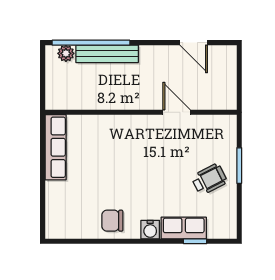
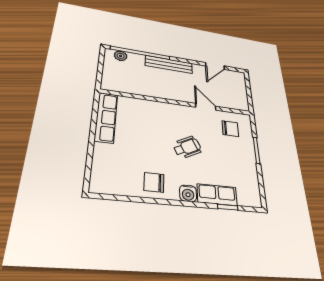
door: (194, 43) -> (215, 66), hinge flipped
bench: (107, 54) -> (169, 64), moved
chair: (207, 140) -> (230, 129), added
wheelchair: (209, 179) -> (187, 147), moved

